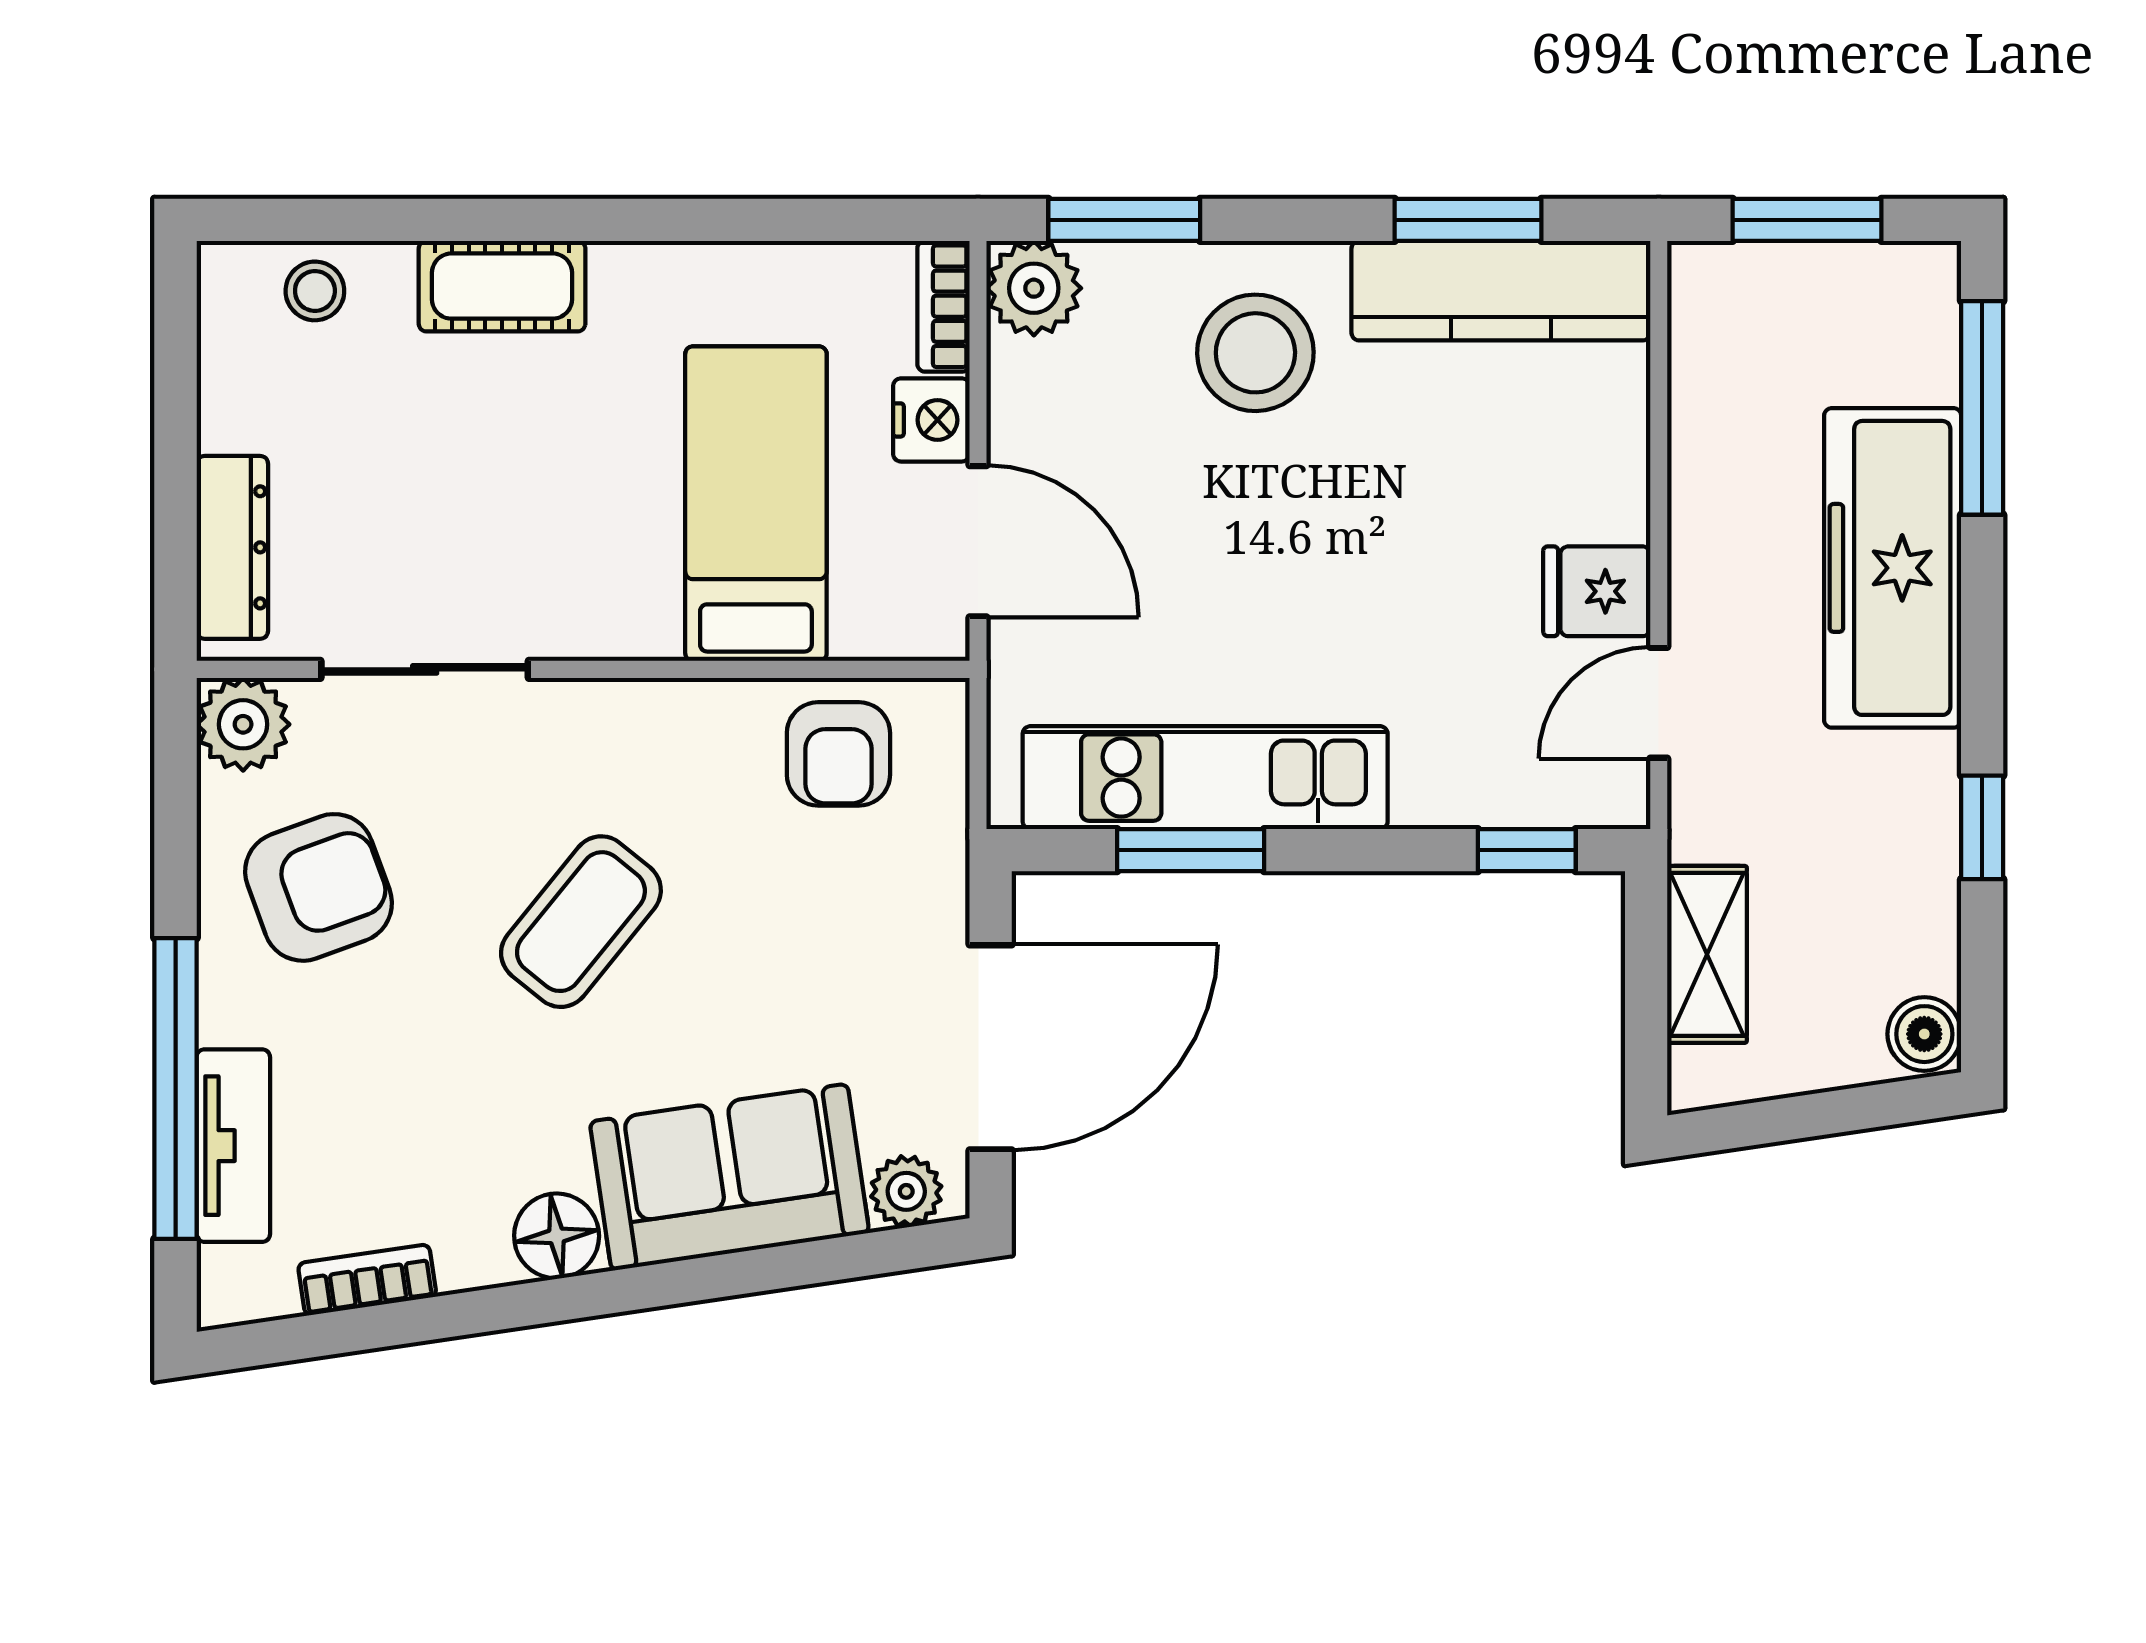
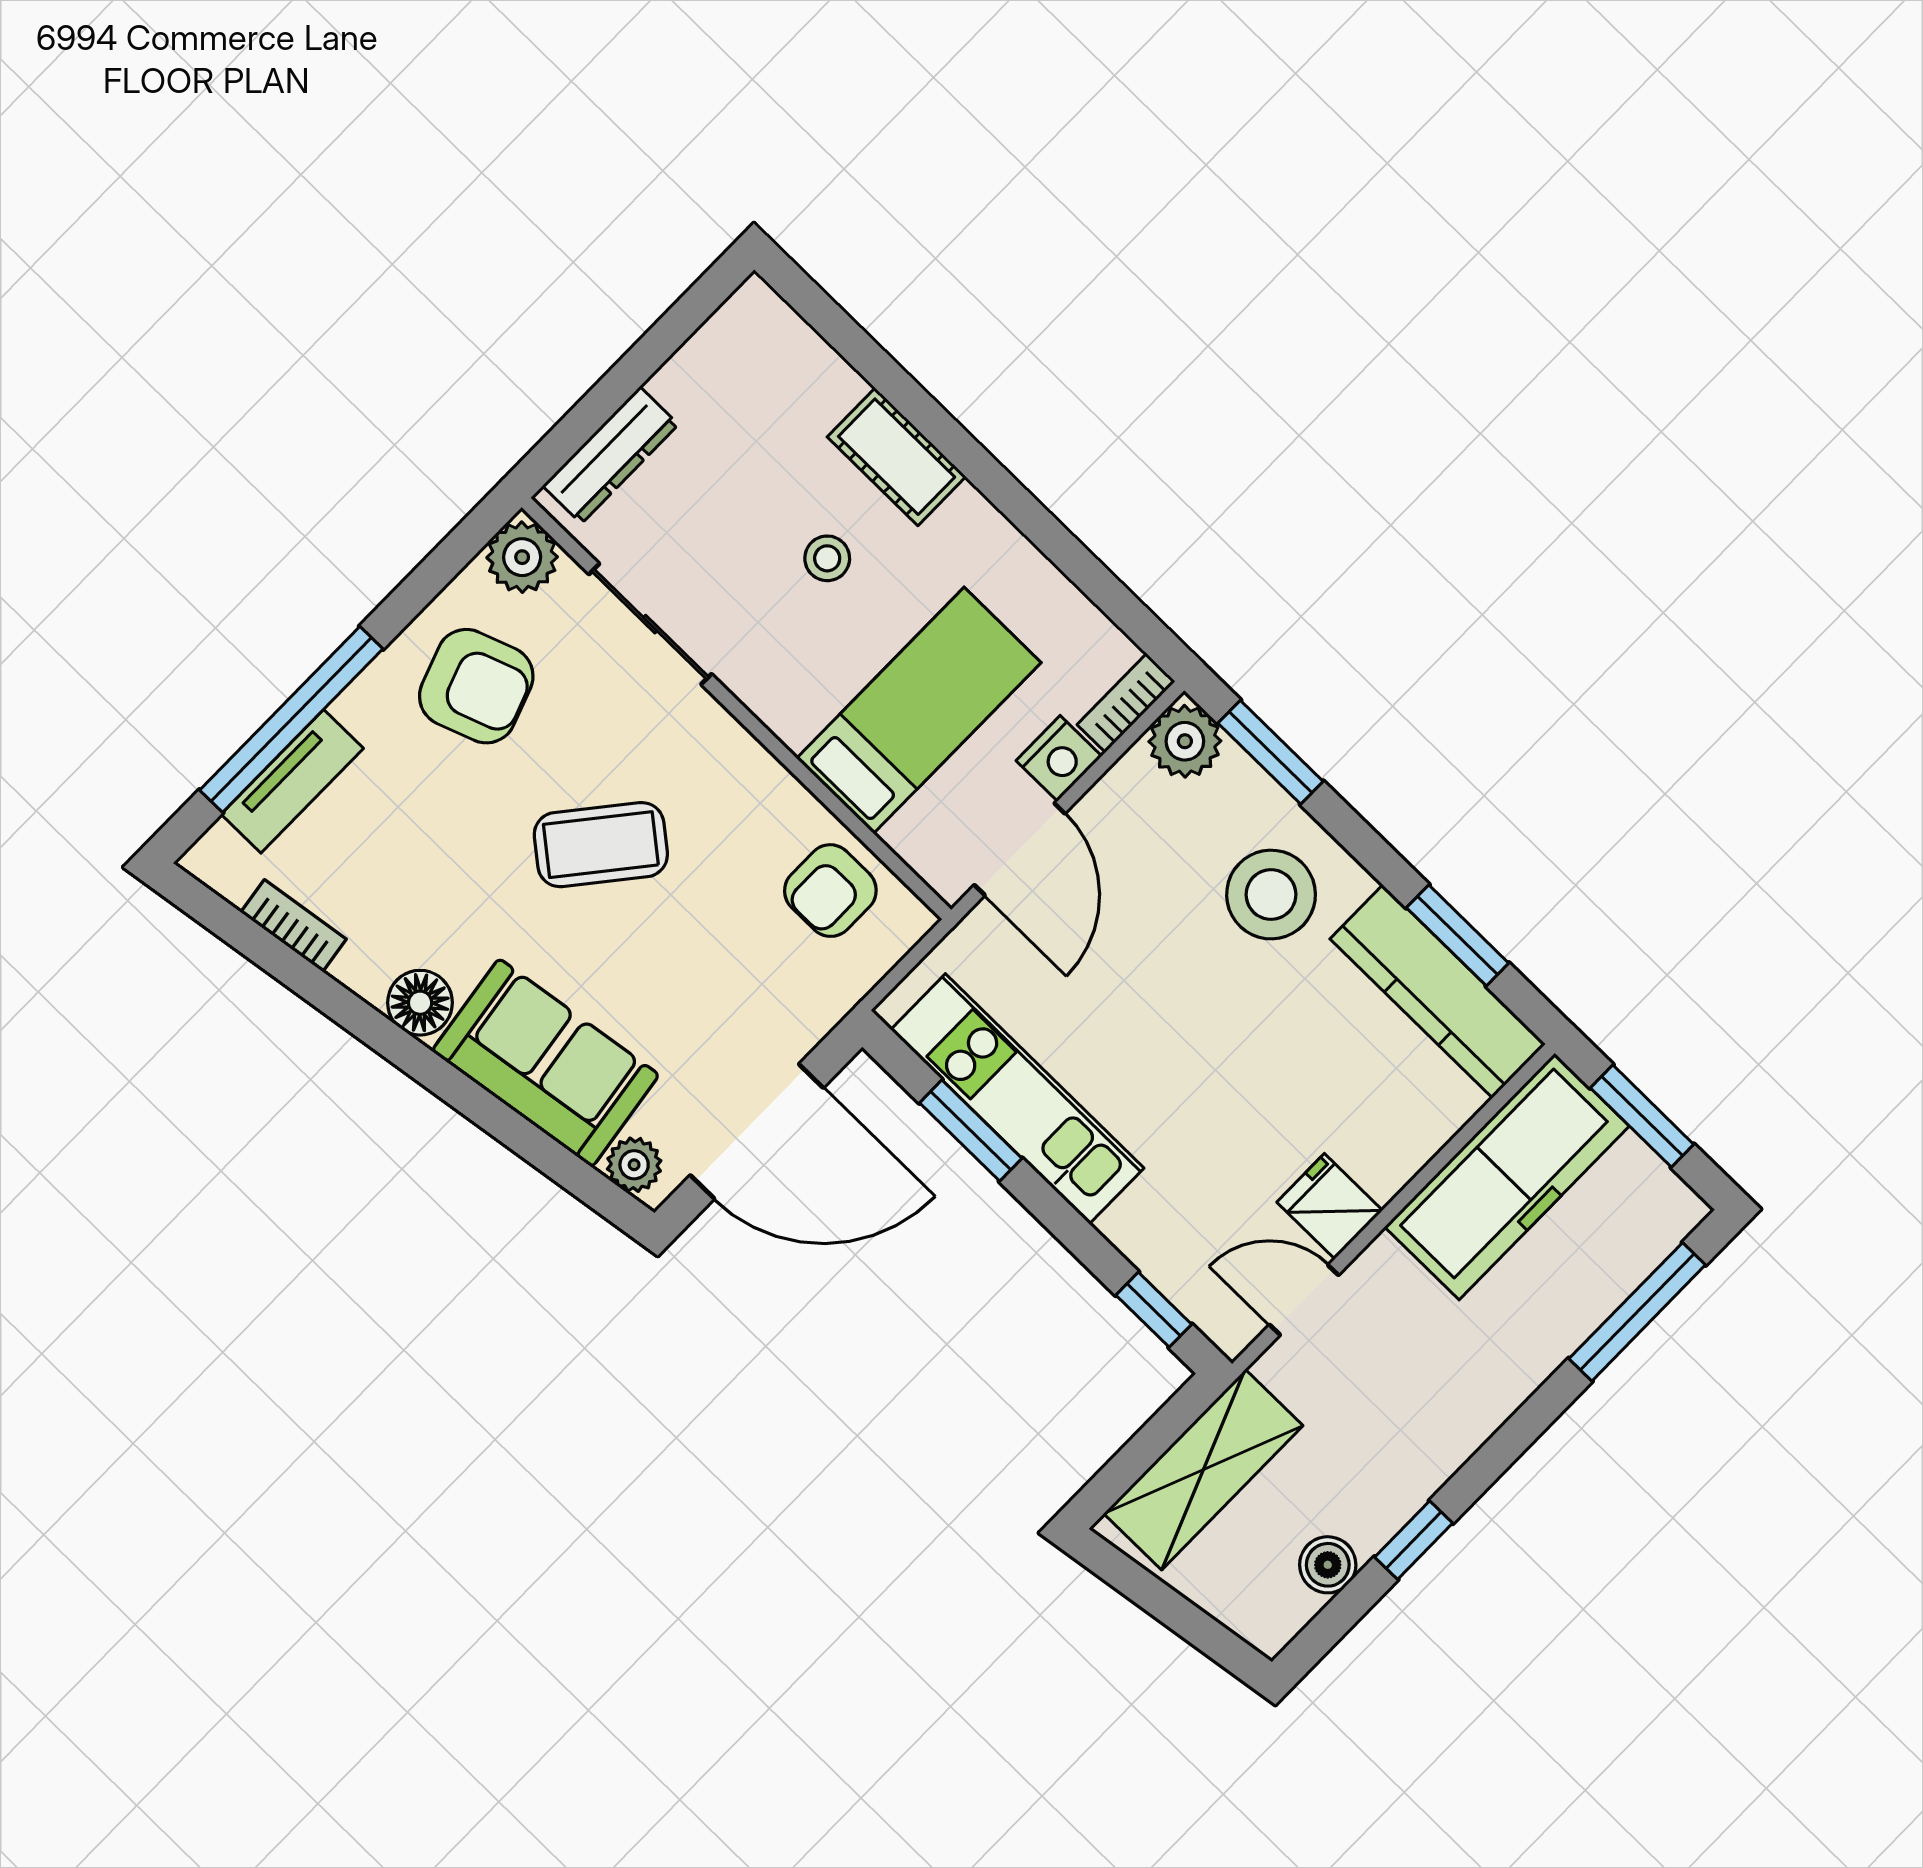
stool: (315, 291) -> (827, 558), moved
freezer: (1893, 568) -> (1507, 1176), moved, turned 180
shelving: (1707, 954) -> (1203, 1470), width x1.50, depth x1.33
boiler: (1924, 1034) -> (1328, 1565), moved

